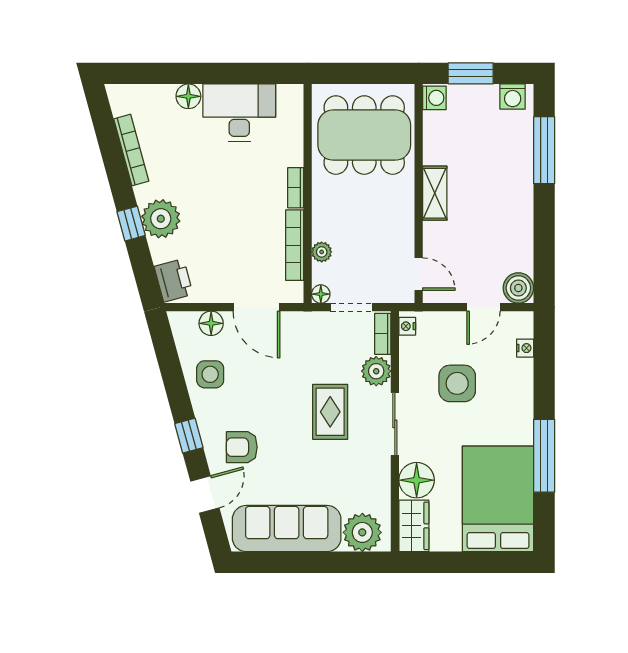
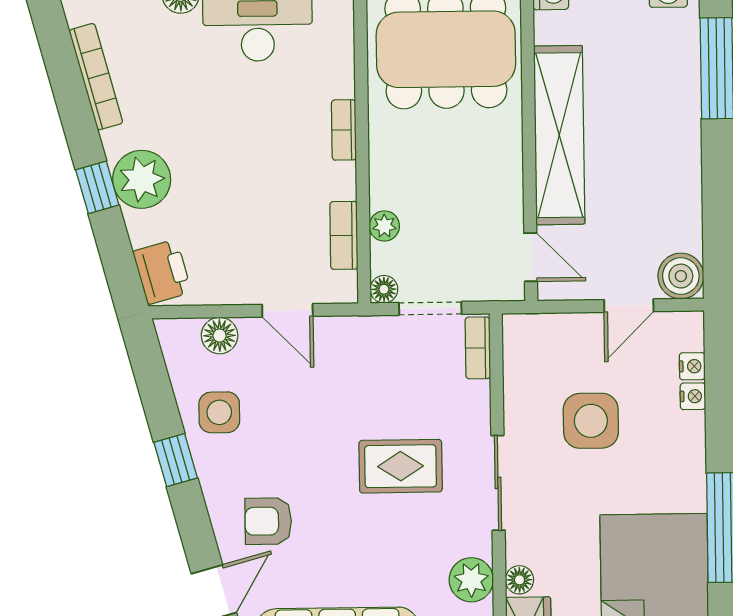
shelving: (435, 193) -> (559, 135), width x2.20, depth x1.33
bookcase: (295, 245) -> (344, 235), width x0.64
door: (256, 307) -> (287, 310), width x0.73
nightstand: (407, 326) -> (693, 396), moved, turned 180
plant: (376, 371) -> (471, 580), moved
rug: (330, 412) -> (401, 466), turned 90
window: (189, 436) -> (176, 460), moved
floor lamp: (417, 480) -> (519, 580), width x0.53, depth x0.53

